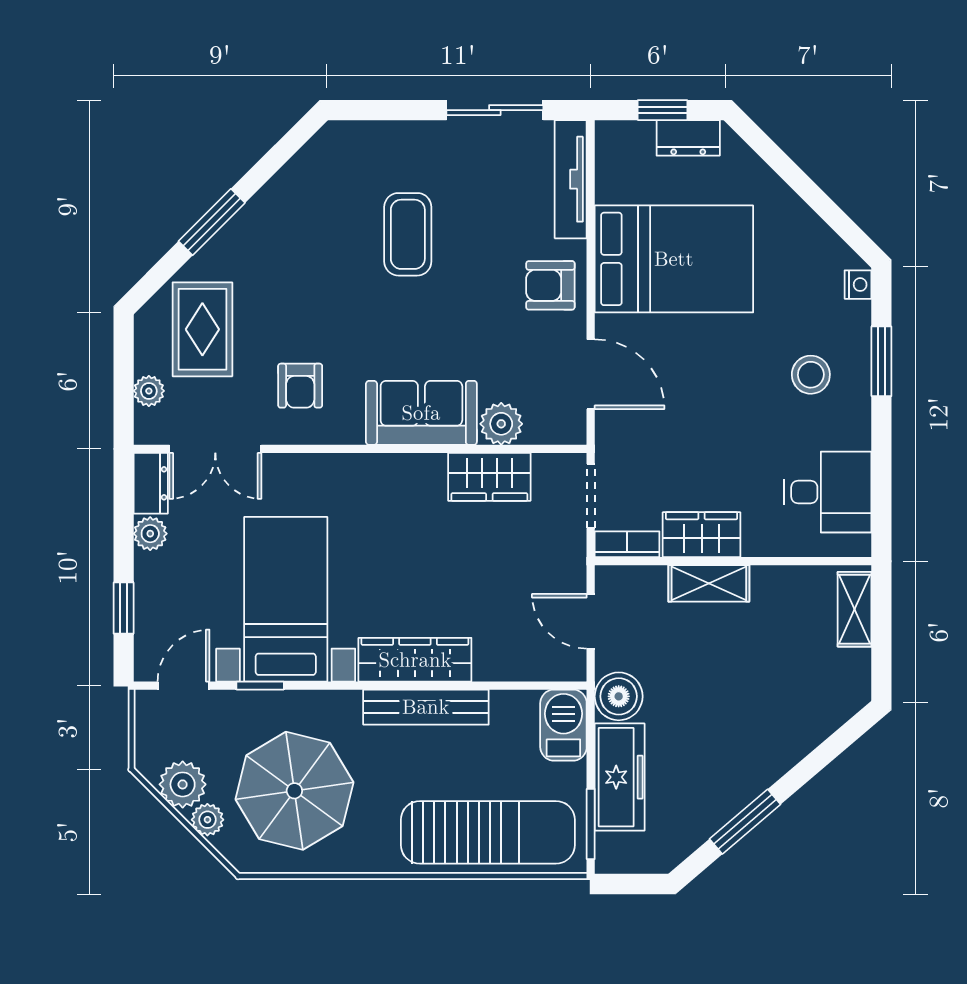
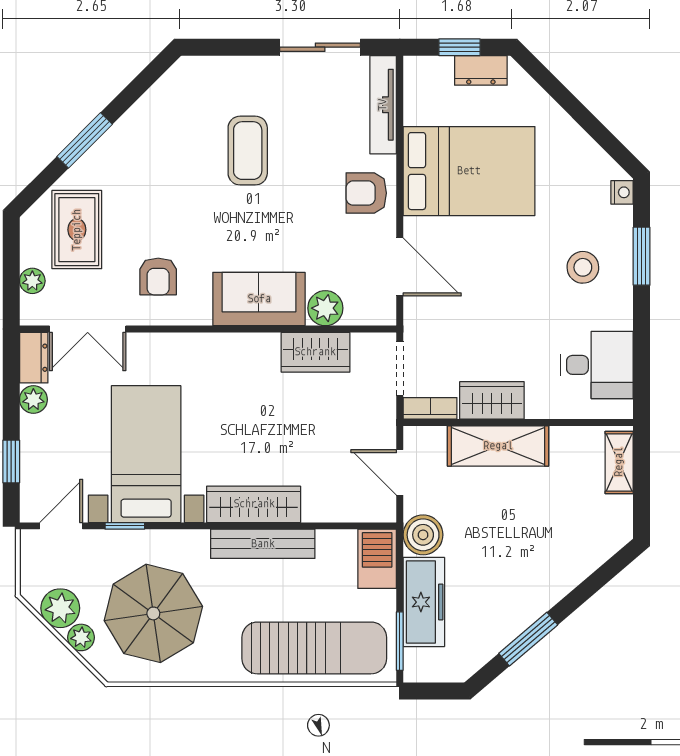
shelving: (709, 583) -> (498, 446), width x1.50, depth x1.33

